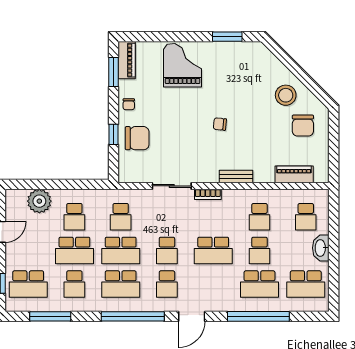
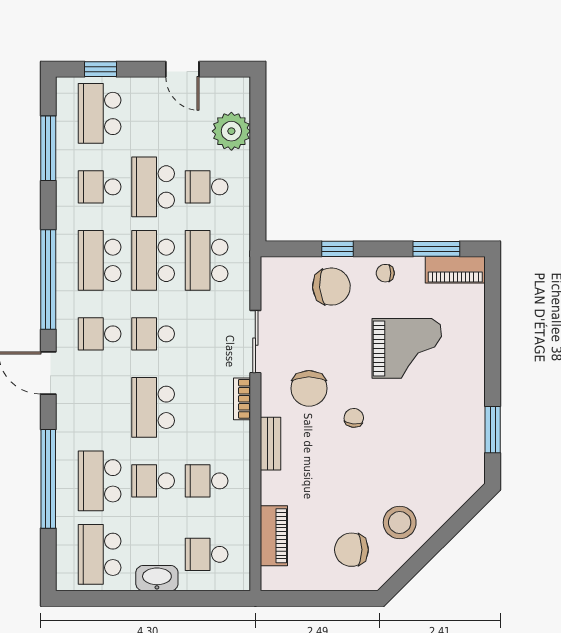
grand piano: (183, 65) -> (407, 348), moved
chair: (137, 138) -> (331, 287), turned -94
chair: (201, 152) -> (309, 388), added
school desk: (121, 217) -> (207, 260), width x1.85

